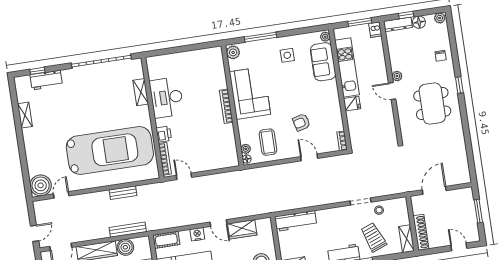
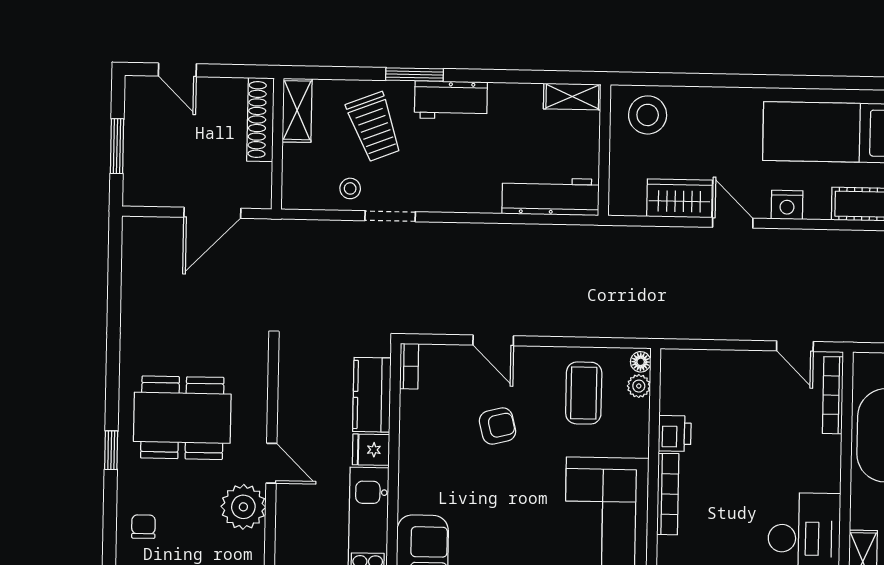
plant: (397, 76) -> (243, 507), width x1.87, depth x1.87
dining table: (432, 104) -> (182, 418), turned 90
kitchen counter: (355, 126) -> (372, 395), added
printer: (164, 134) -> (675, 433), moved, turned 180

